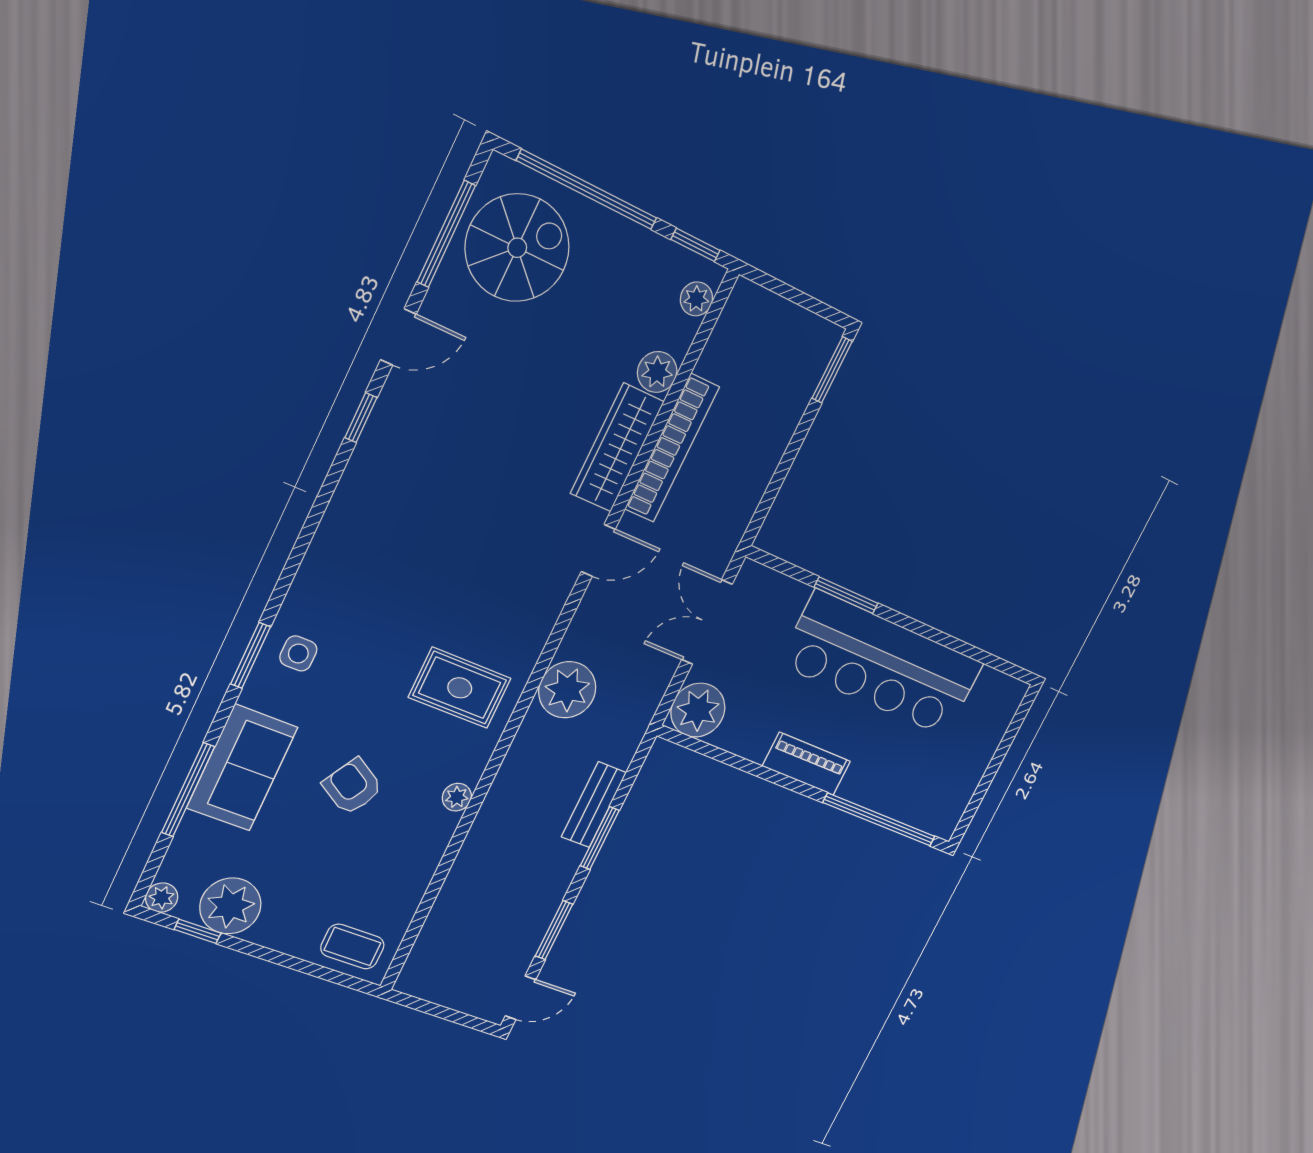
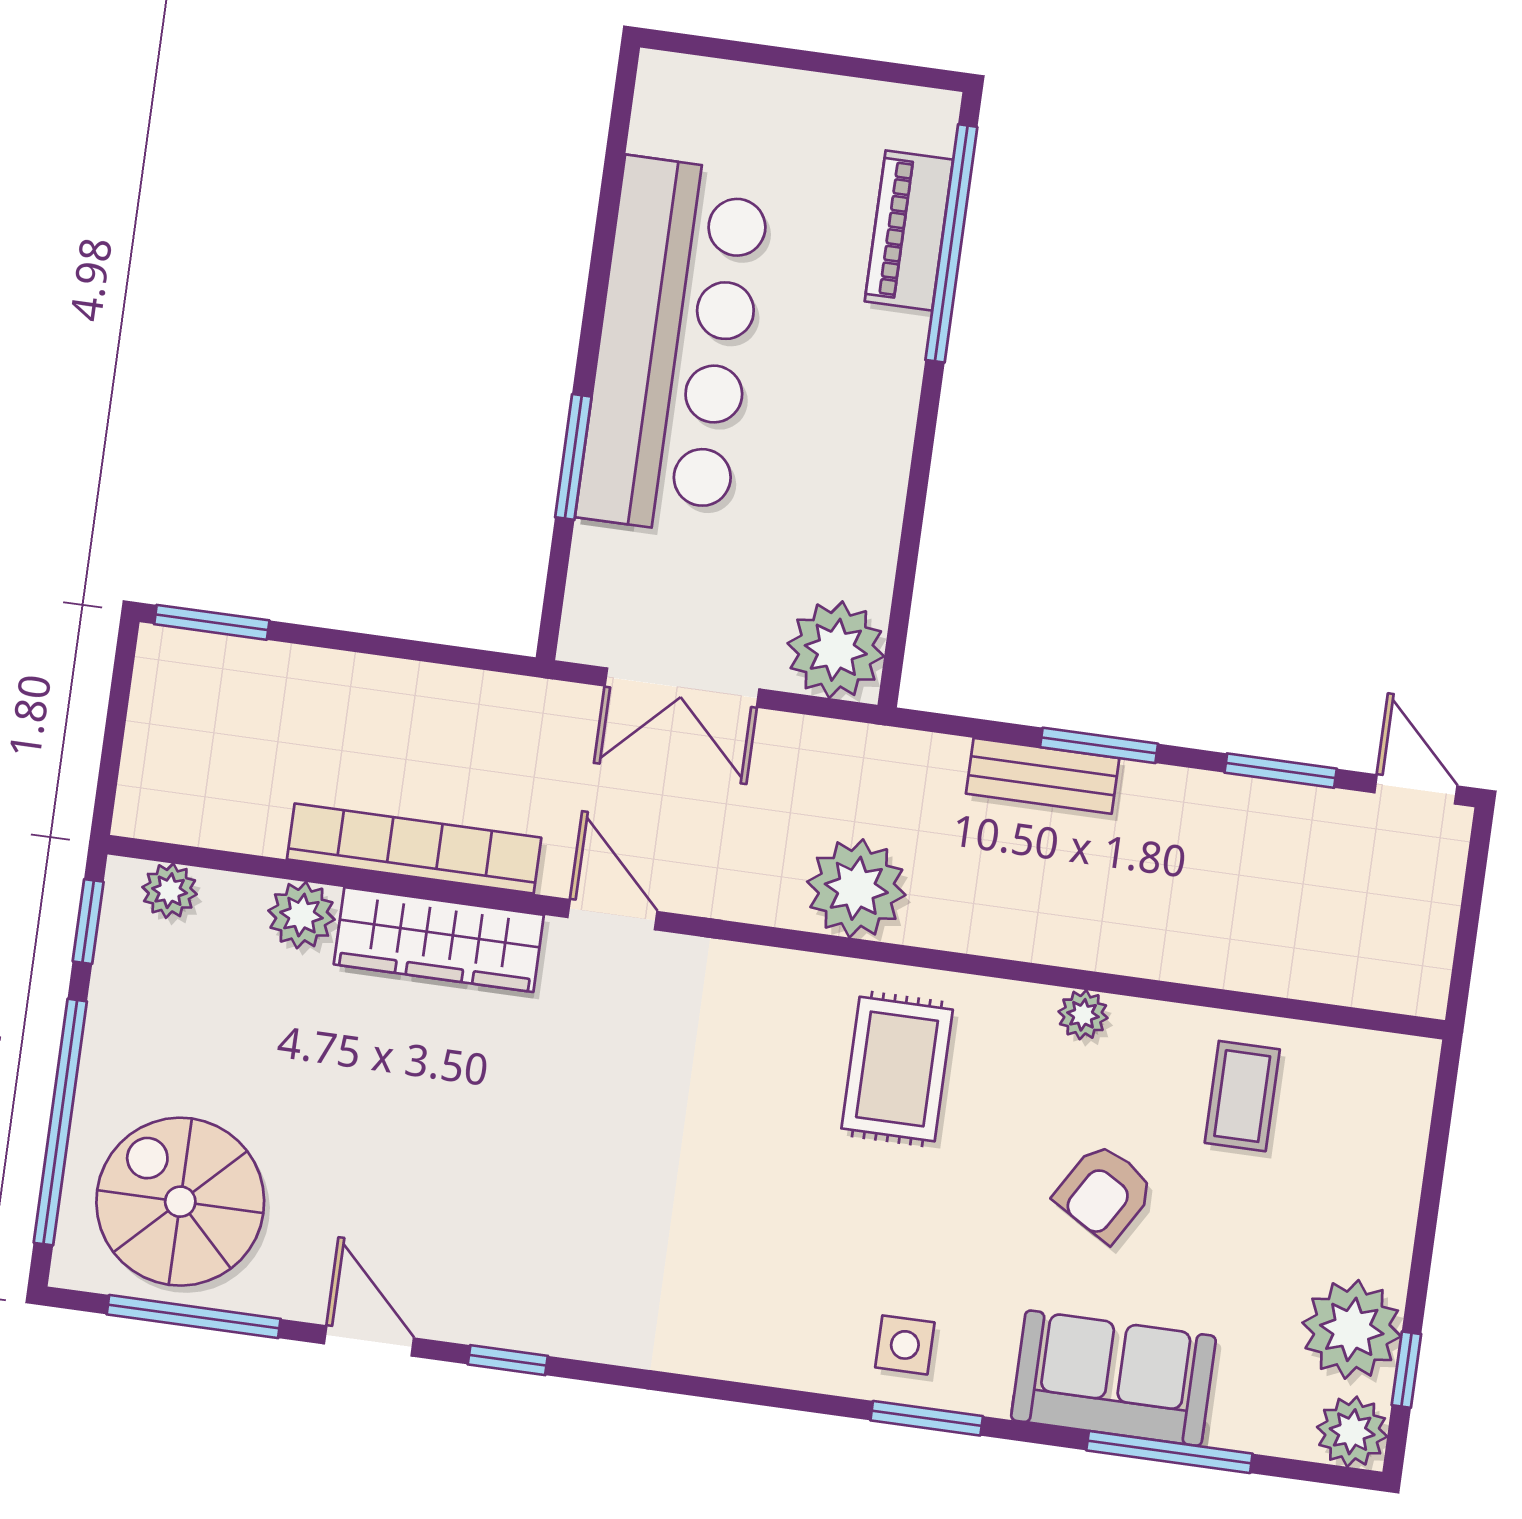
piano: (806, 764) -> (909, 231), moved
plant: (162, 898) -> (1352, 1432), width x1.38, depth x1.38
coffee table: (352, 946) -> (1242, 1096), moved

